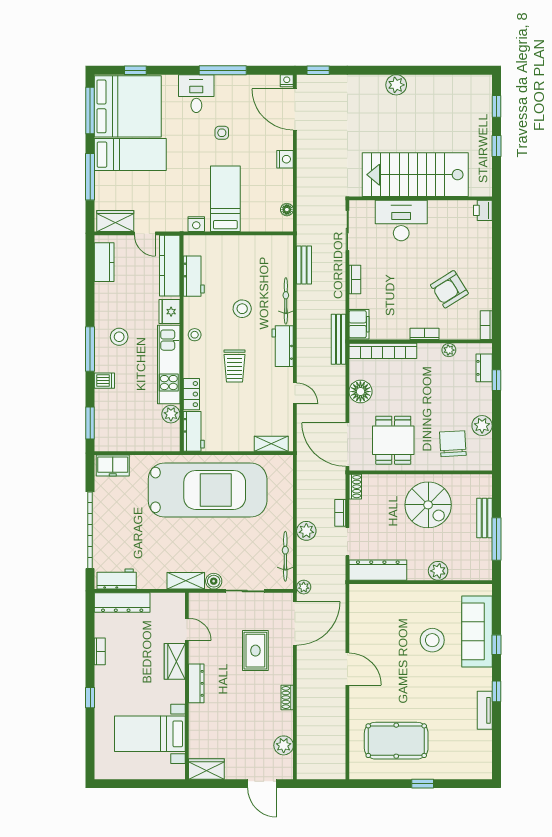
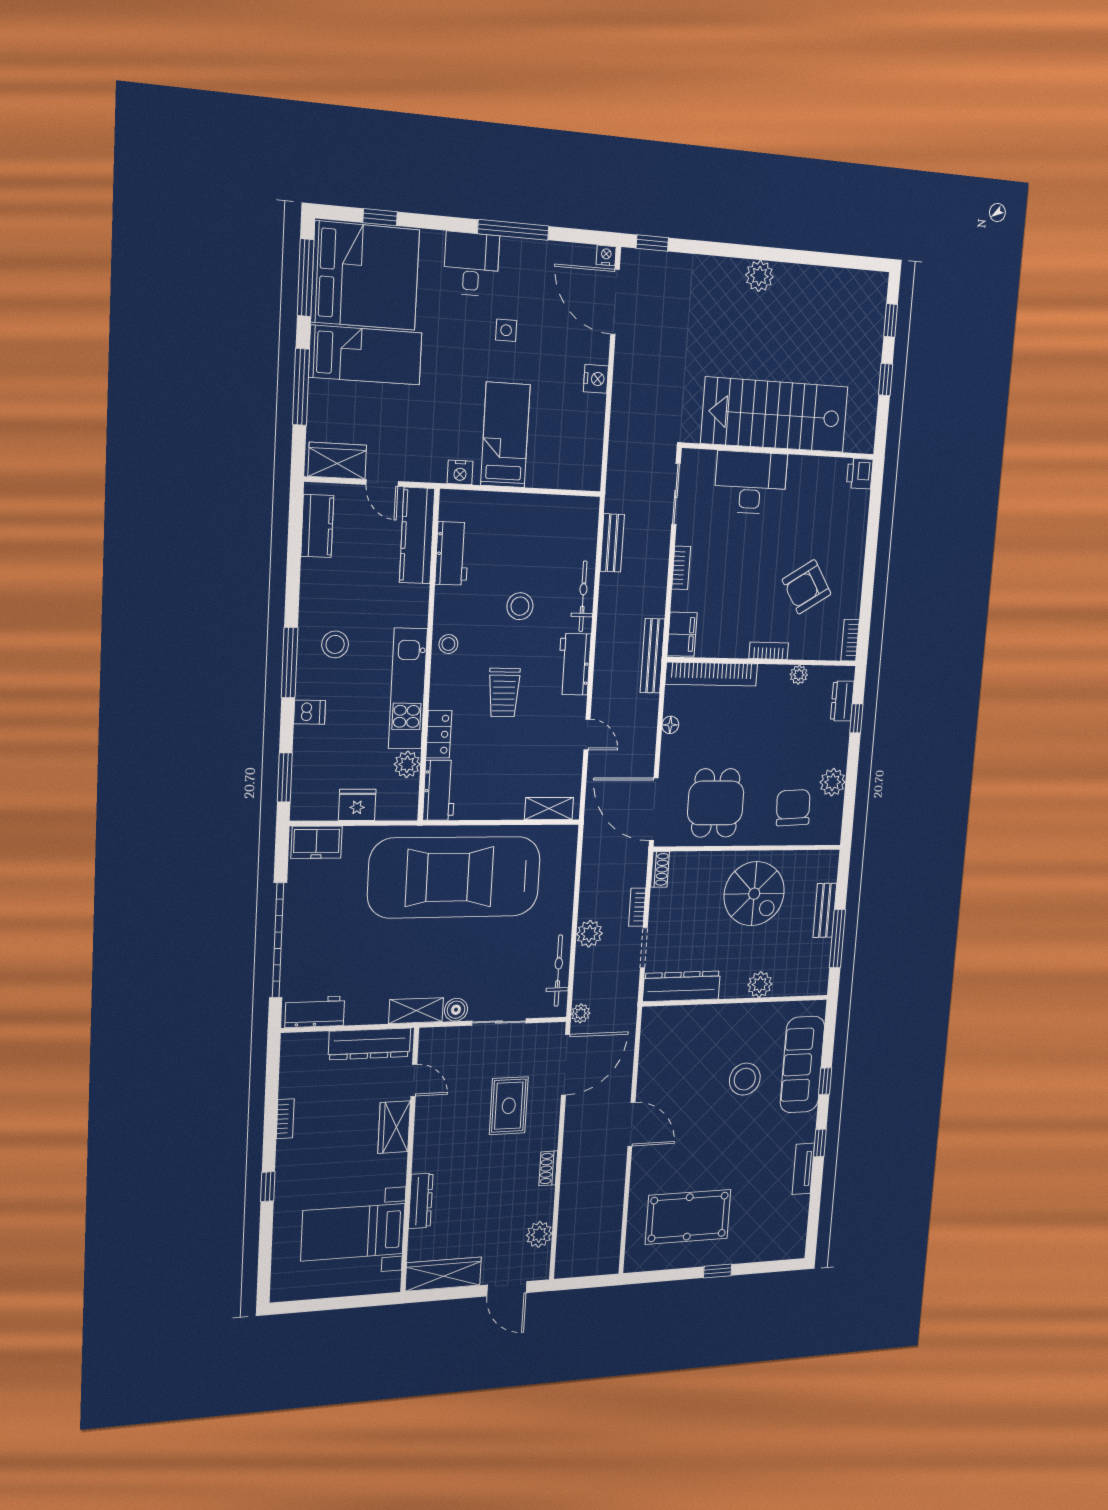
floor lamp: (287, 210) -> (593, 457), removed
fridge: (169, 312) -> (357, 805), moved, turned 90
floor lamp: (360, 392) -> (670, 725), width x0.53, depth x0.53
car: (208, 490) -> (455, 877), turned 180
dresser: (122, 603) -> (370, 1044), moved
dresser: (196, 683) -> (421, 1201), moved
wardrobe: (206, 769) -> (443, 1274), width x1.50

